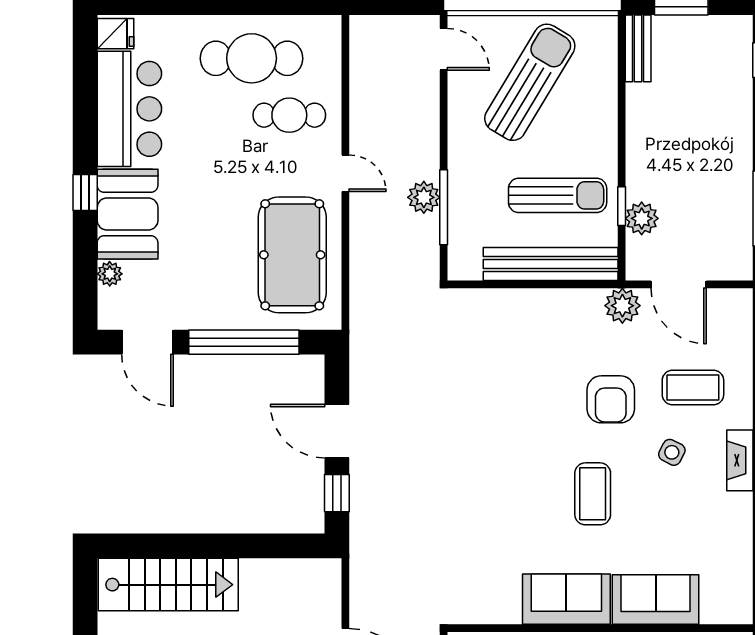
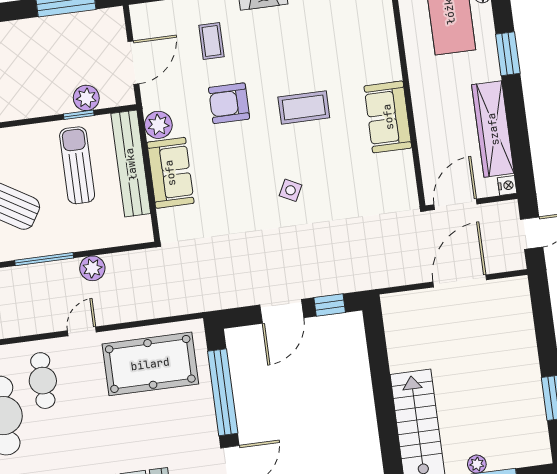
window: (444, 207) -> (44, 259), moved
plant: (622, 306) -> (158, 125), moved
coffee table: (693, 387) -> (211, 41), width x0.73, depth x0.77
armchair: (611, 399) -> (229, 103), turned 180
side table: (672, 452) -> (290, 190), moved
sofa: (656, 600) -> (170, 173), moved, turned 180

